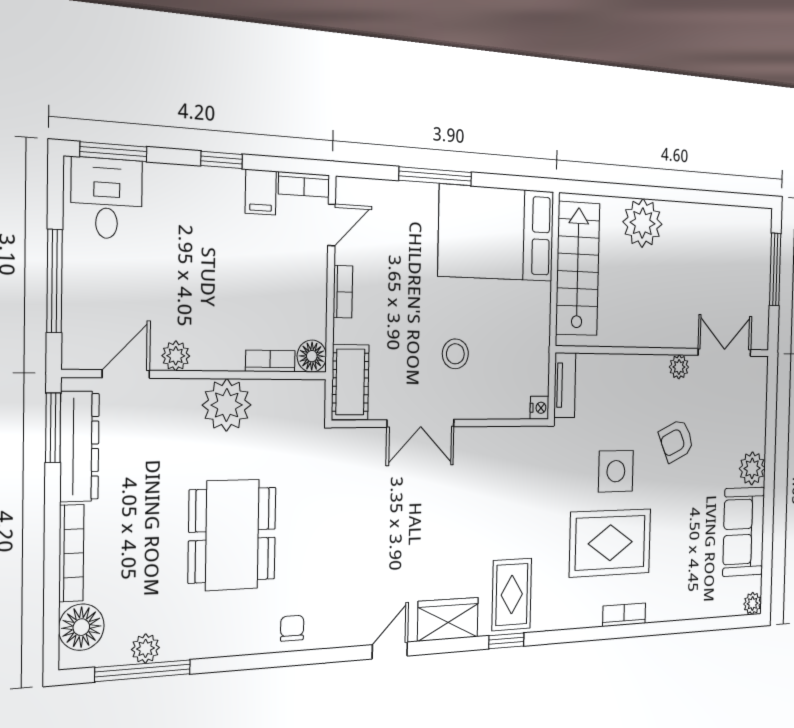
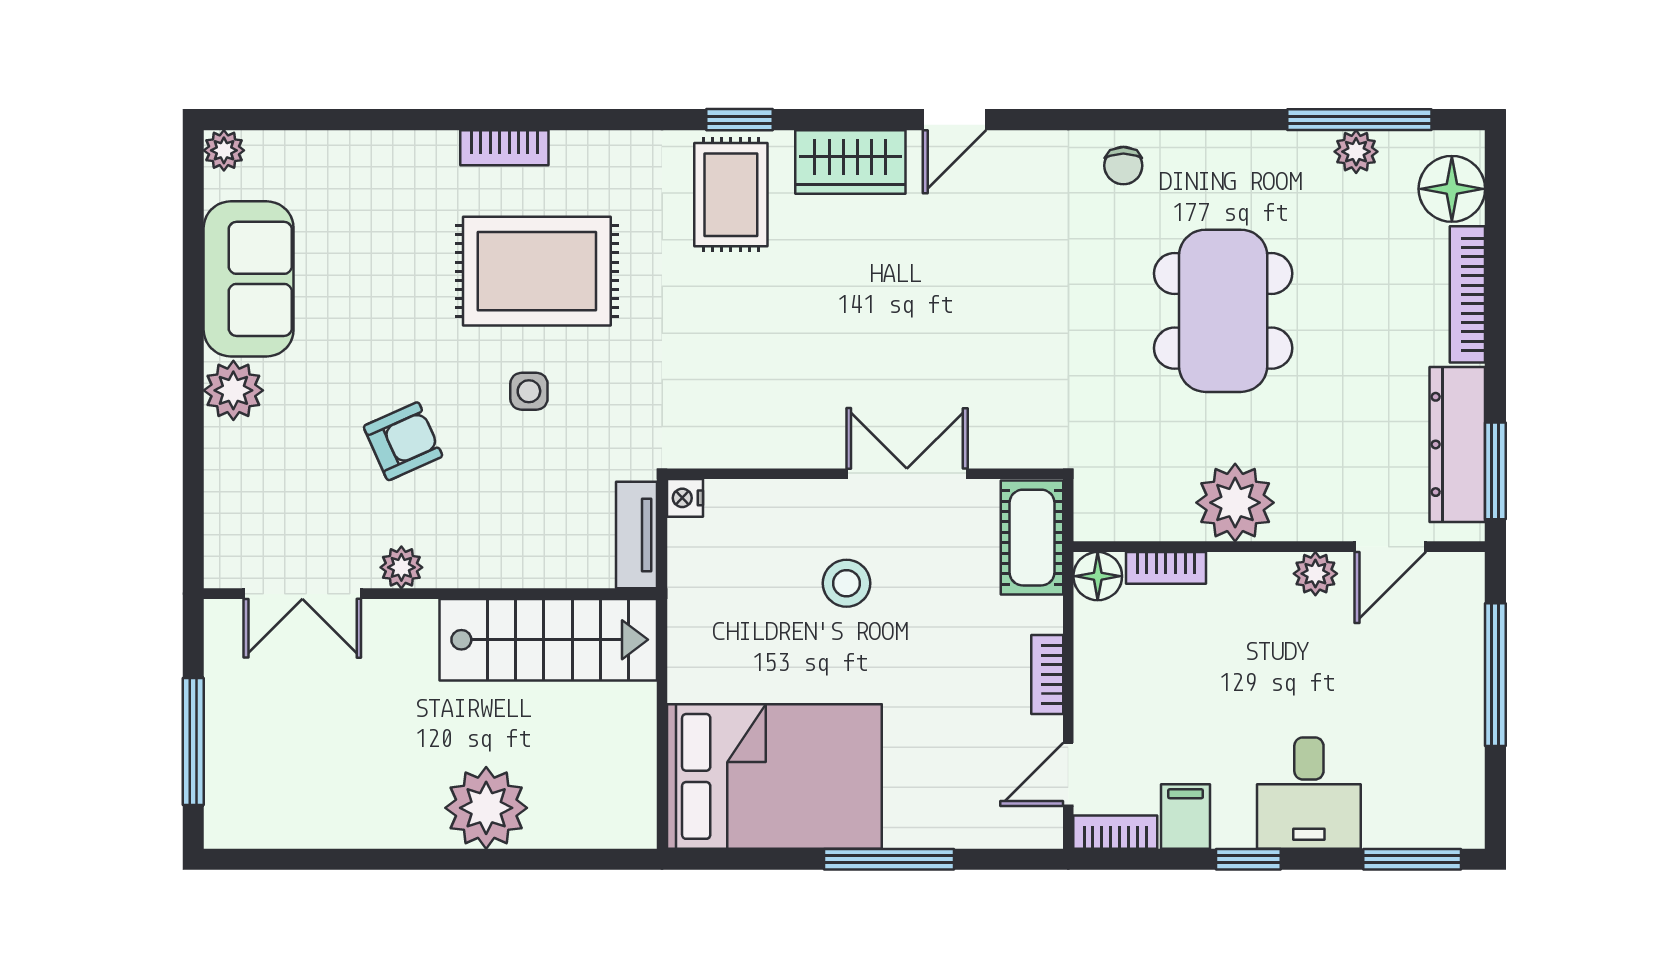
desk: (107, 198) -> (1309, 793), moved
stairs: (578, 269) -> (548, 640), moved, turned -90
side table: (616, 471) -> (529, 391), width x0.54, depth x0.54

